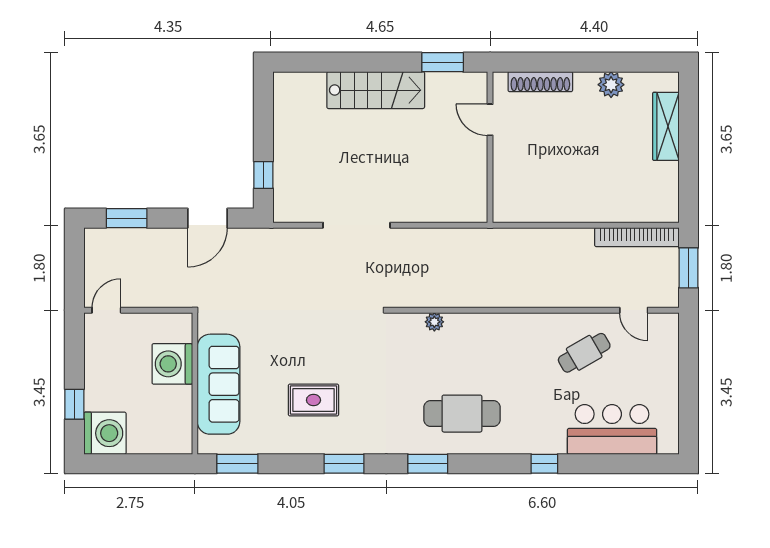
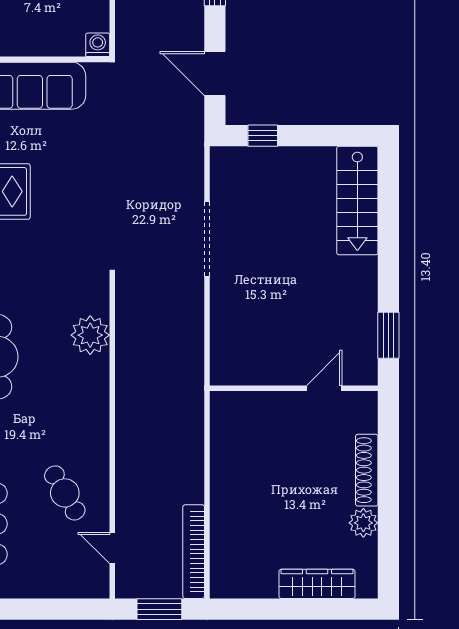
shoe rack: (540, 82) -> (367, 470), moved
stairs: (376, 90) -> (357, 201), moved
door: (634, 310) -> (112, 548), hinge flipped
plant: (434, 322) -> (90, 335), width x1.87, depth x1.87
washing machine: (172, 364) -> (98, 45), moved, width x0.53, depth x0.53

